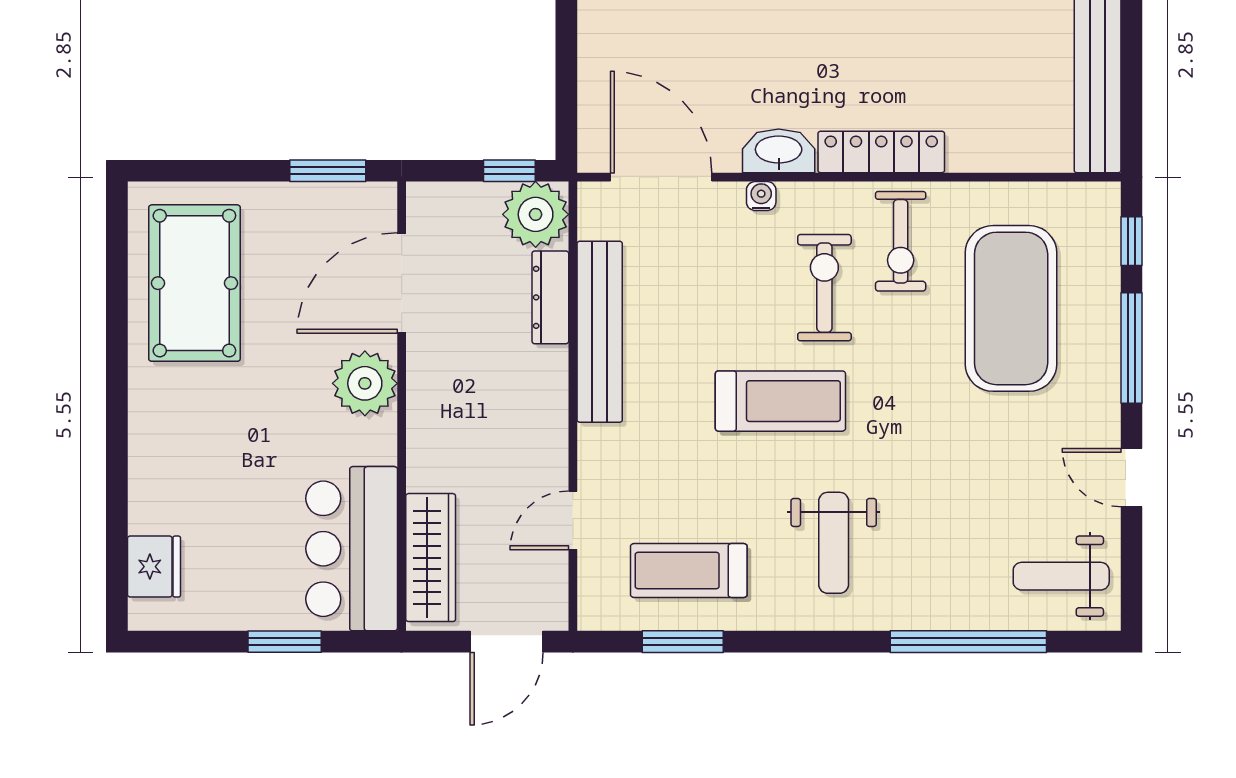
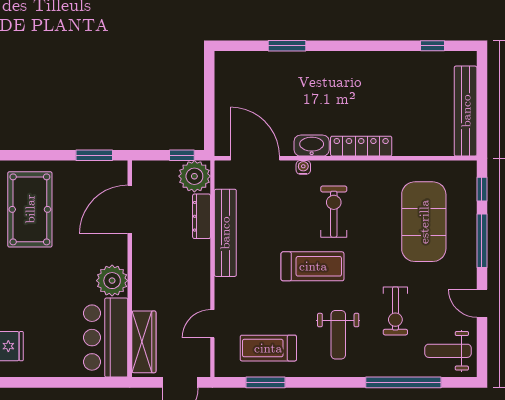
exercise bike: (901, 241) -> (395, 311), moved
plant: (365, 383) -> (112, 281), moved
window: (285, 642) -> (73, 382), removed

